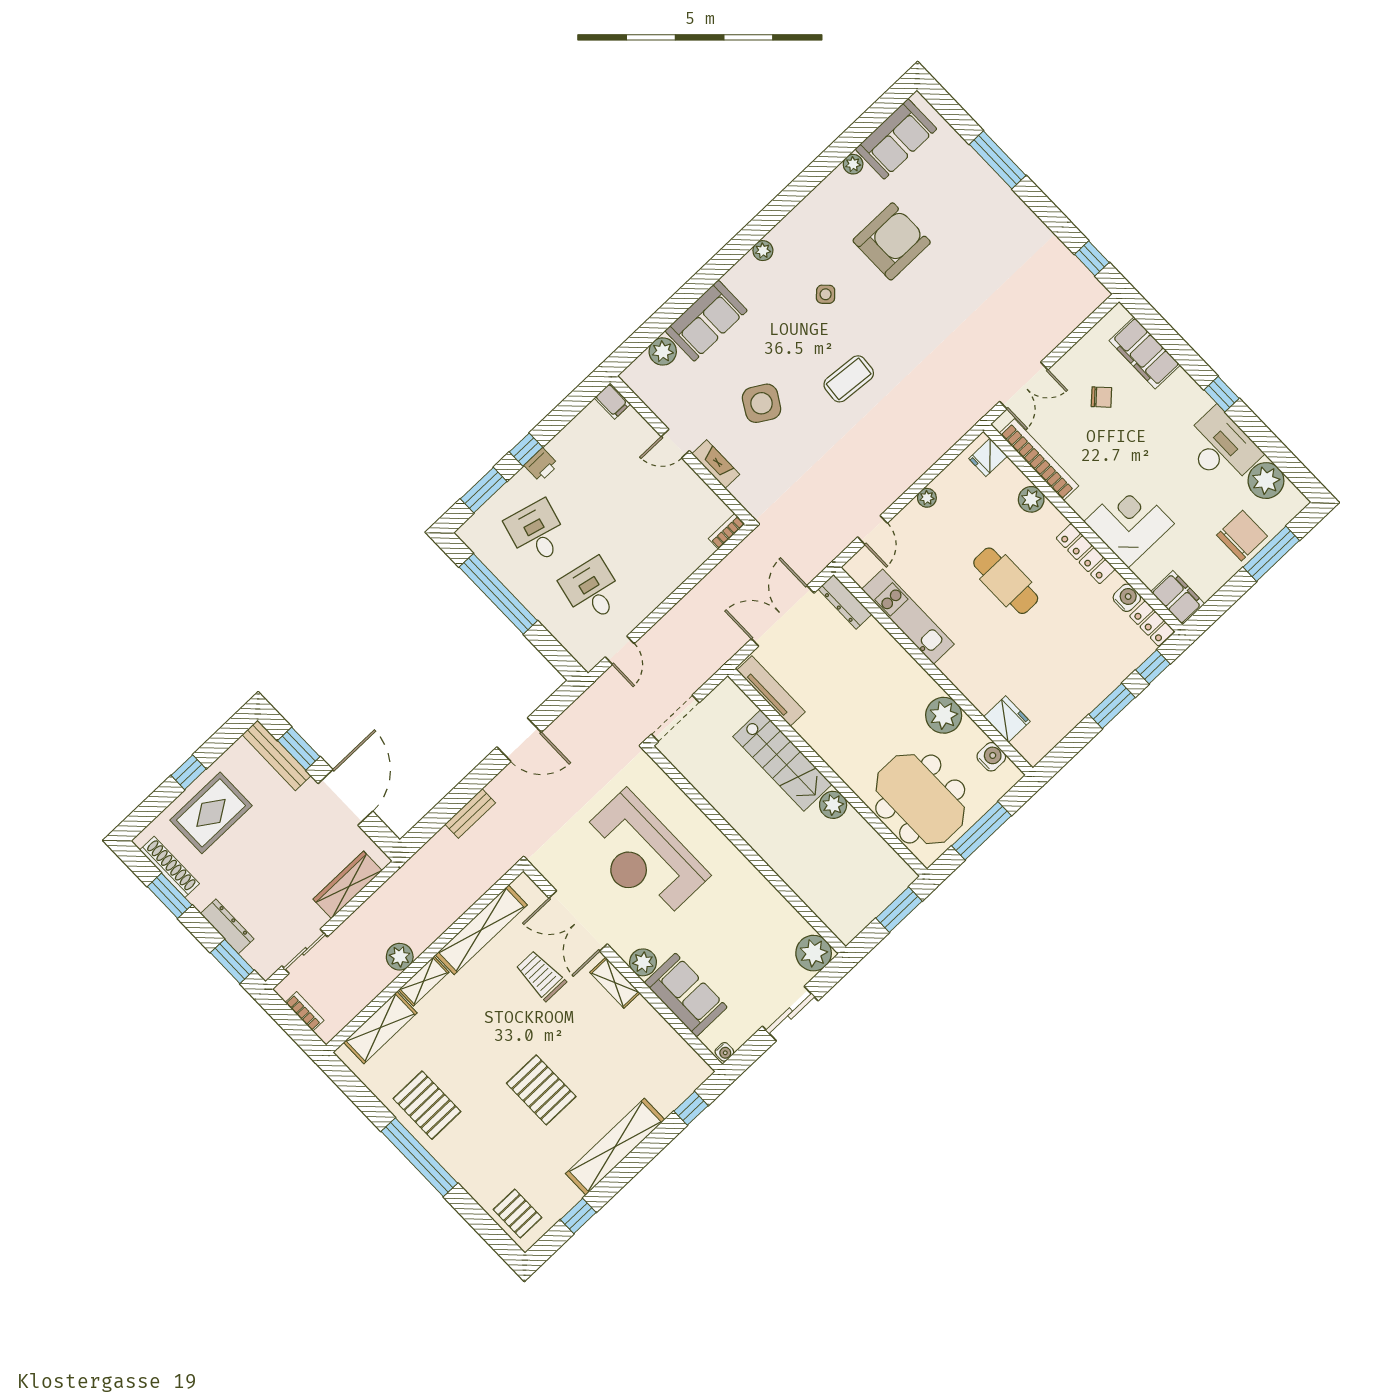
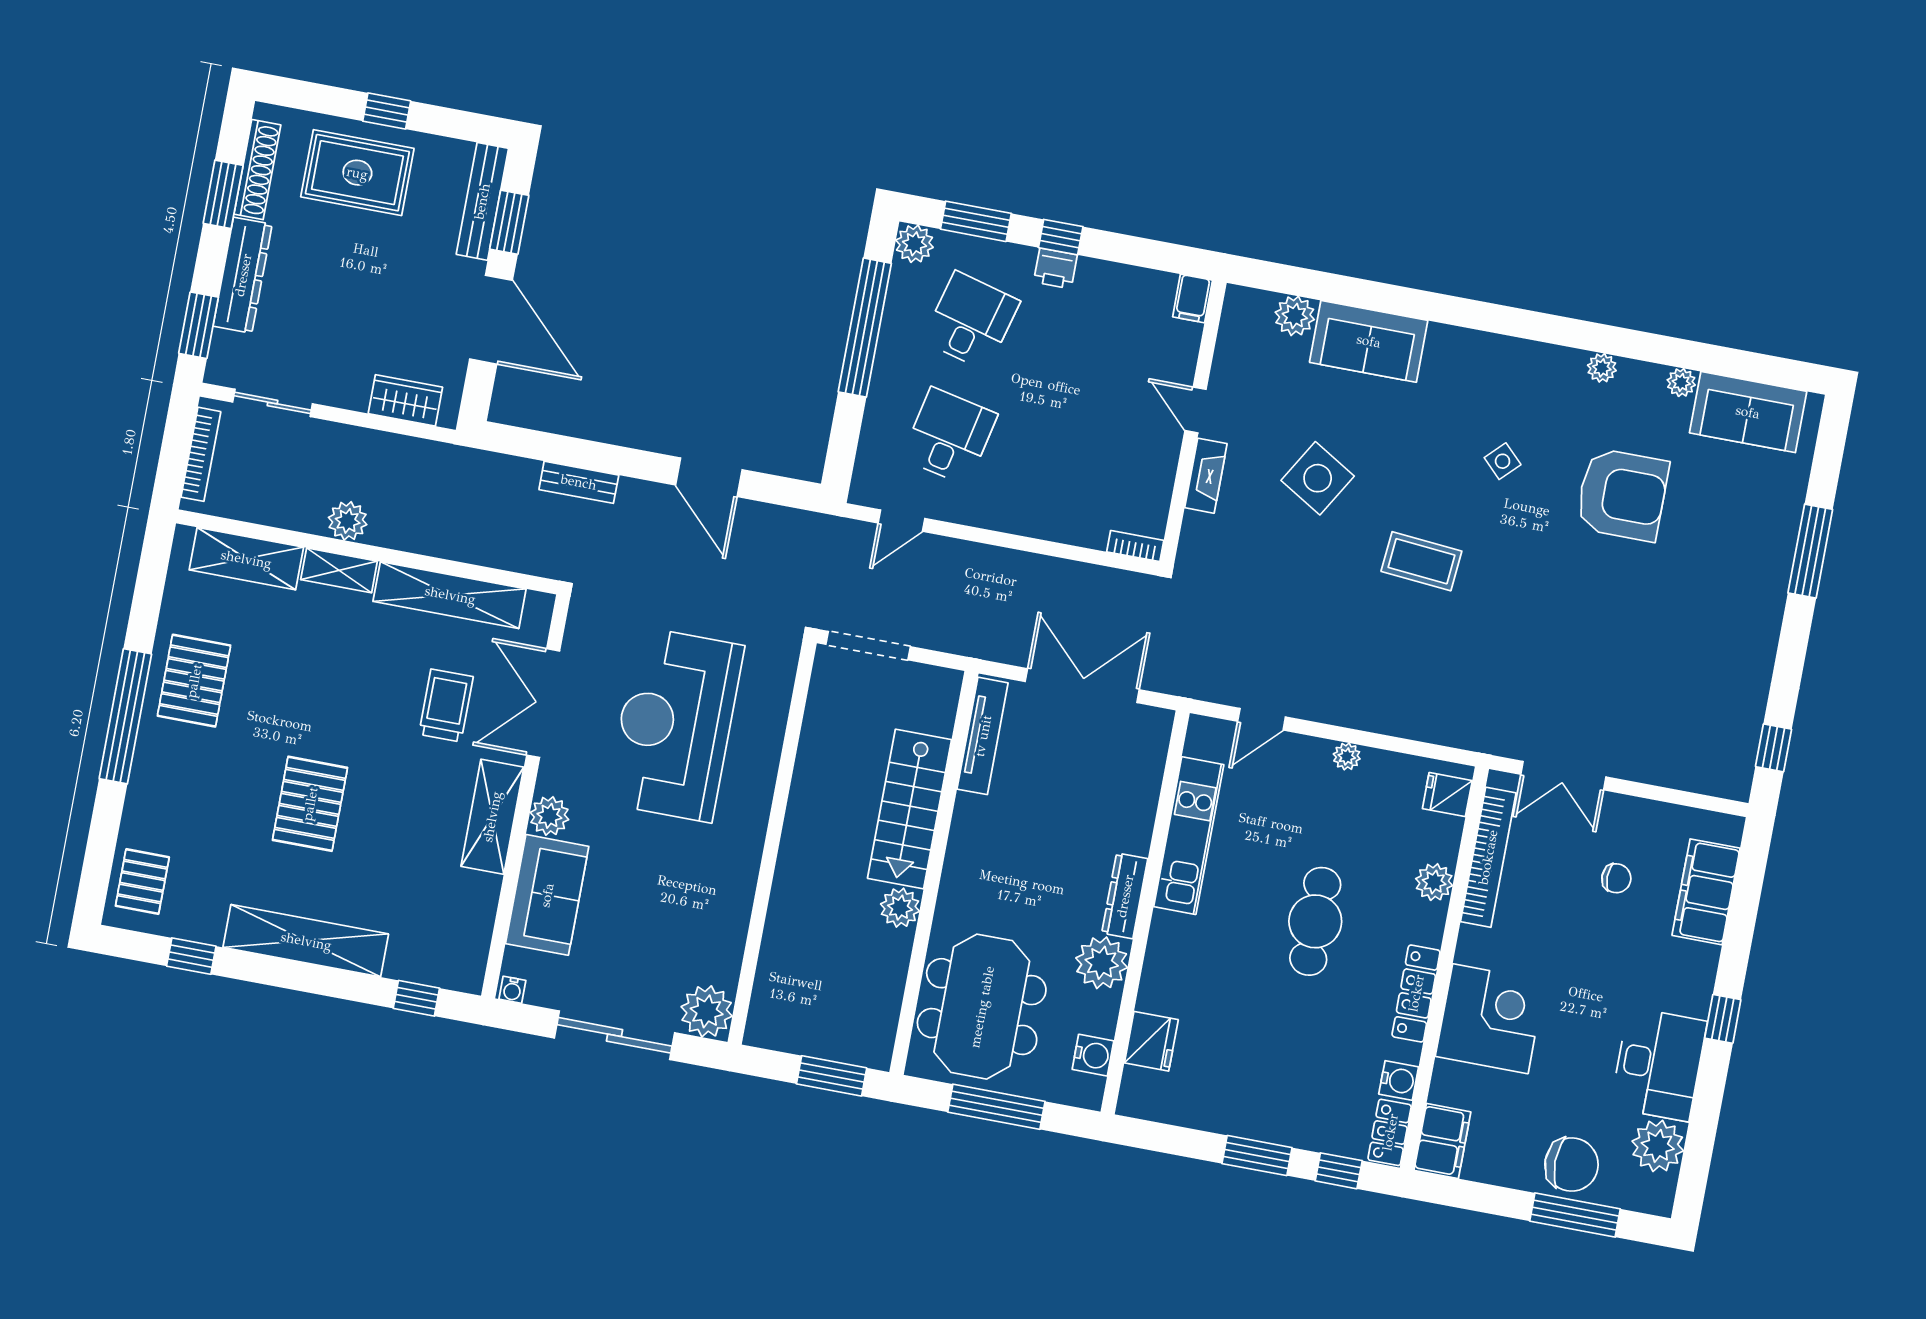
plant: (763, 251) -> (1602, 368), moved
chair: (1101, 397) -> (1616, 878), turned -46
plant: (472, 533) -> (914, 244), added
dresser: (845, 602) -> (1125, 896), moved
door: (345, 797) -> (491, 320), hinge flipped
wardrobe: (348, 885) -> (405, 400), width x0.67
dresser: (227, 926) -> (243, 275), width x1.37, depth x1.24
shelving: (615, 983) -> (492, 817), width x1.50, depth x1.33
bookcase: (305, 1011) -> (201, 454), width x1.56
sliding door: (790, 1014) -> (614, 1035), width x1.37

